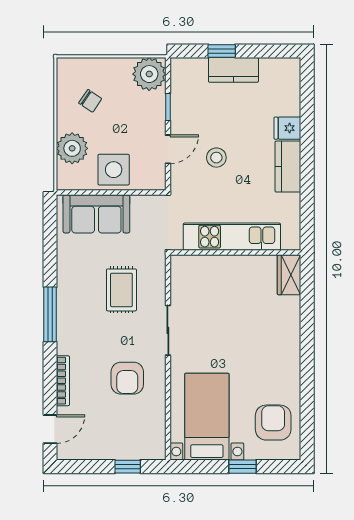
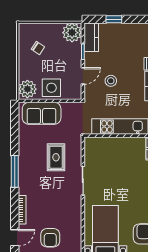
kitchen counter: (233, 70) -> (91, 37), moved, turned -90
plant: (72, 148) -> (27, 89), moved
armchair: (127, 378) -> (50, 238), moved

